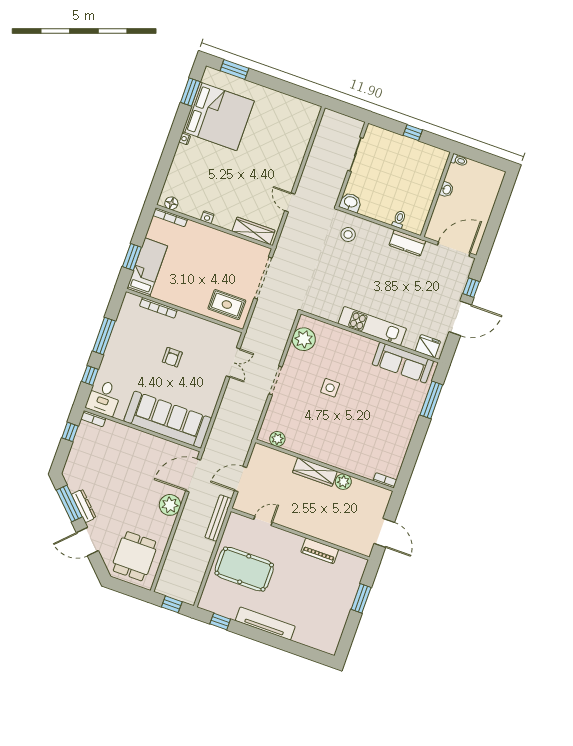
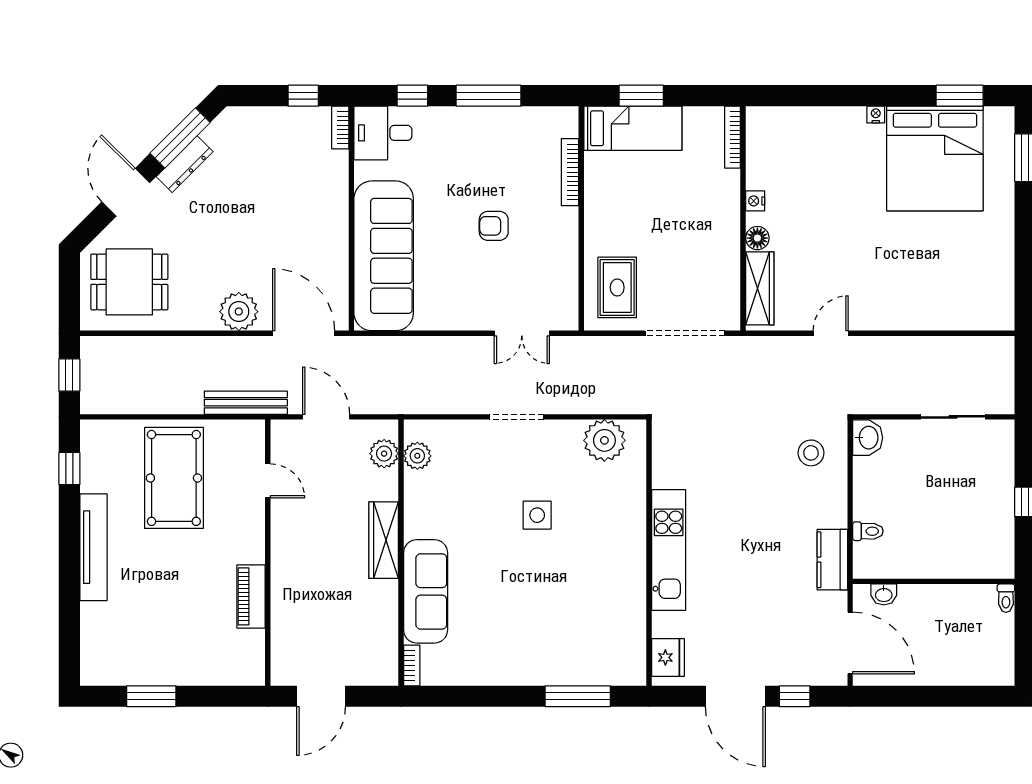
washbasin: (447, 190) -> (884, 594), moved
floor lamp: (171, 203) -> (757, 238), moved
sofa: (403, 363) -> (426, 591), moved, turned 180
plant: (343, 482) -> (384, 454), moved
window: (361, 598) -> (151, 696), moved

